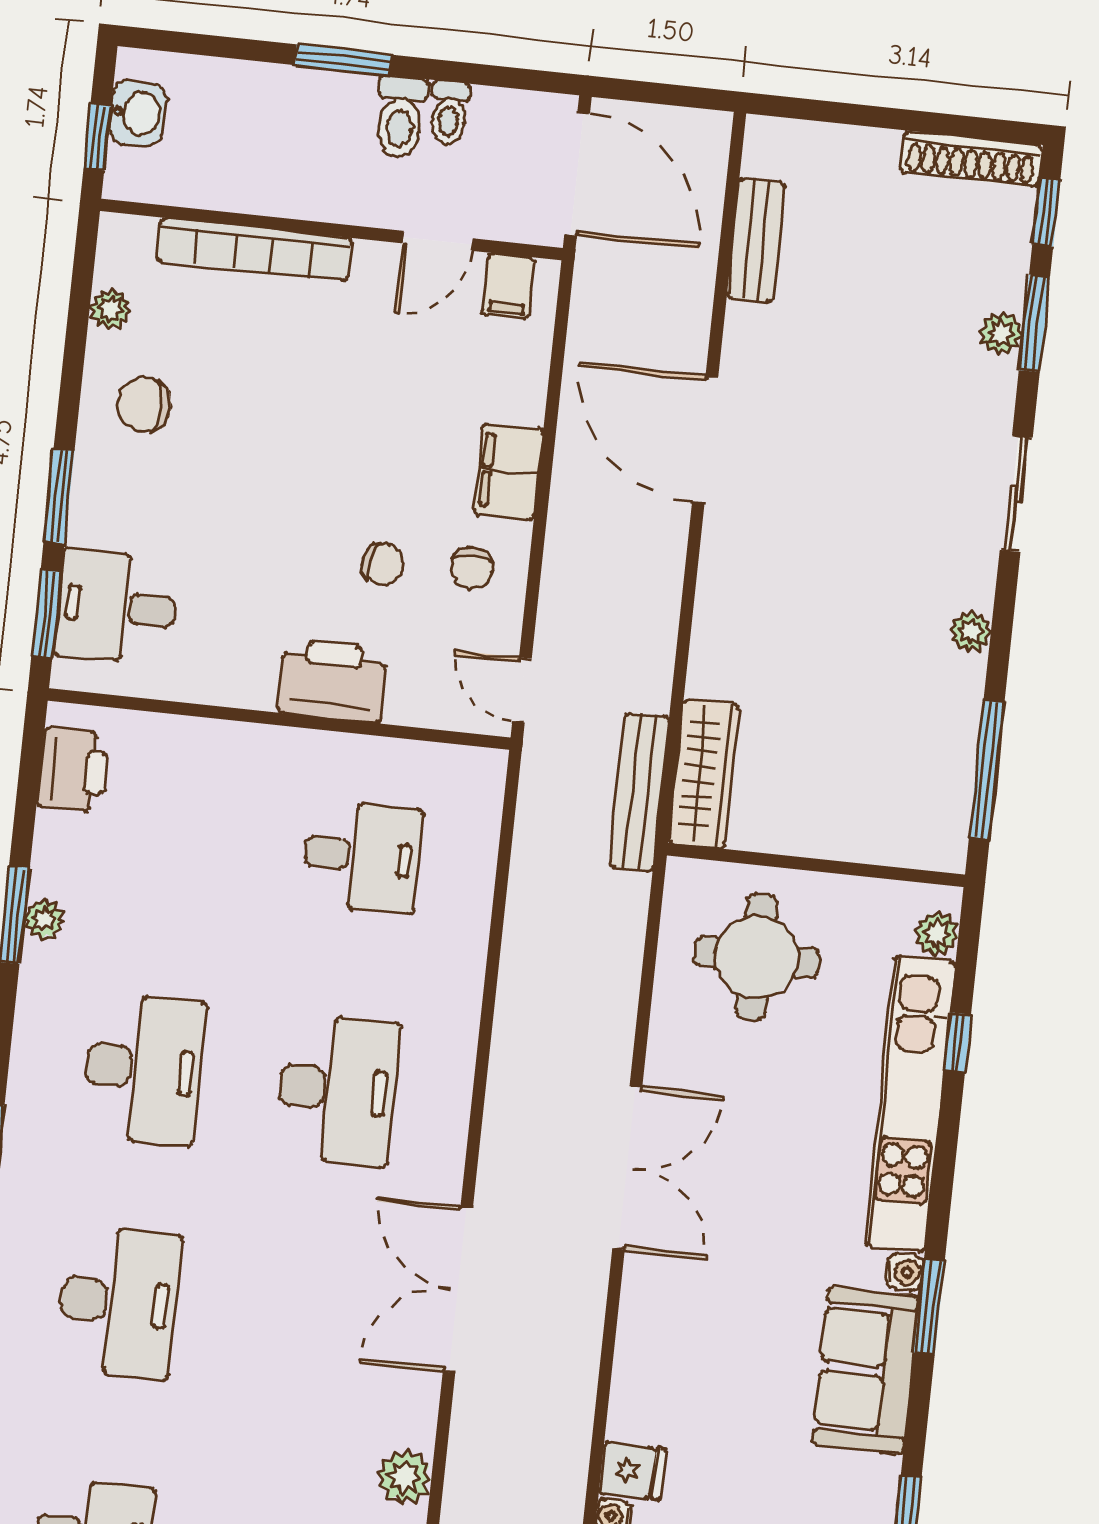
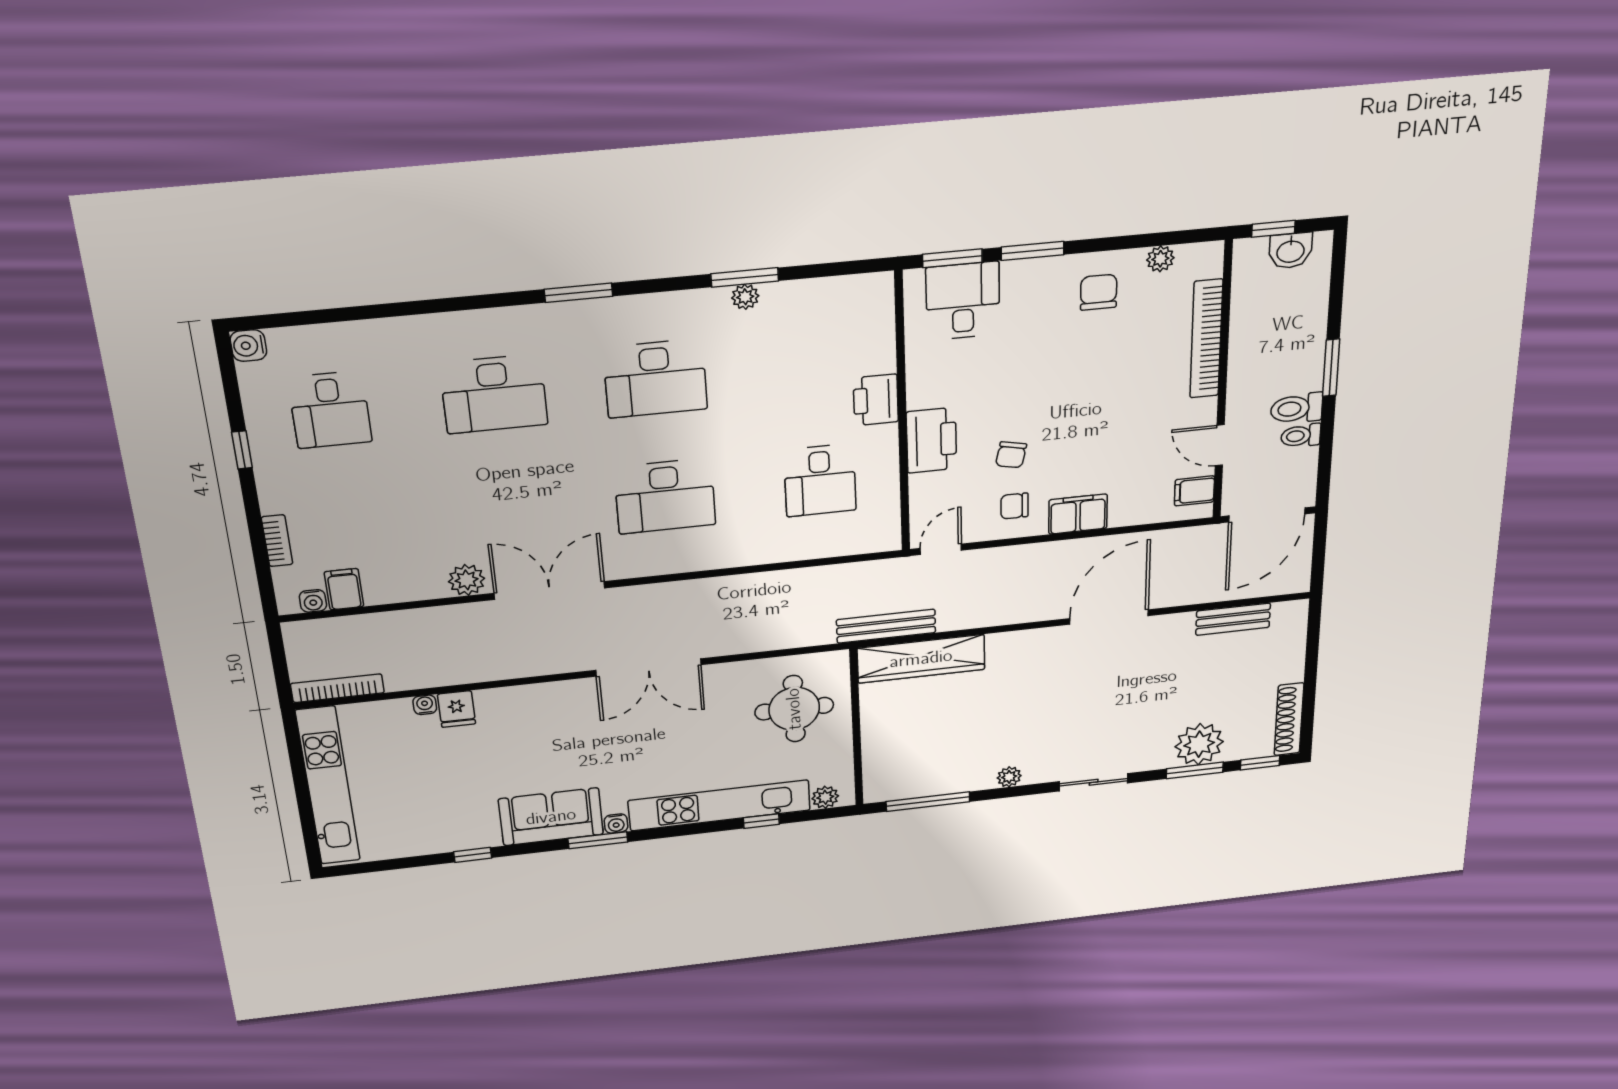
plant: (1001, 333) -> (1199, 744), width x1.87, depth x1.87
printer: (73, 770) -> (876, 400), moved, turned 90
wardrobe: (704, 774) -> (921, 659), width x1.40, depth x1.17
plant: (404, 1477) -> (467, 580), moved

